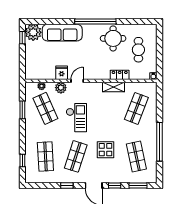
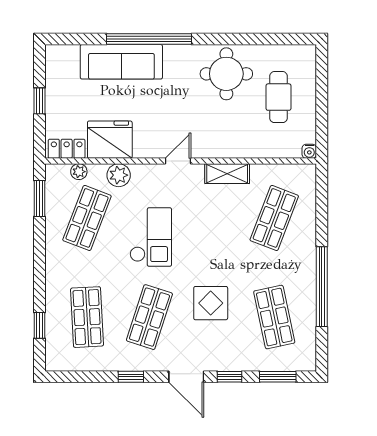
window: (95, 22) -> (149, 39), moved
plant: (33, 32) -> (62, 61), removed
window: (22, 38) -> (39, 101), moved
fridge: (62, 73) -> (110, 140), width x1.88, depth x1.34
locker: (120, 75) -> (67, 149), moved
door: (77, 81) -> (178, 161), moved
shop shelf: (45, 108) -> (87, 218), turned 45
window: (22, 110) -> (39, 198), moved

